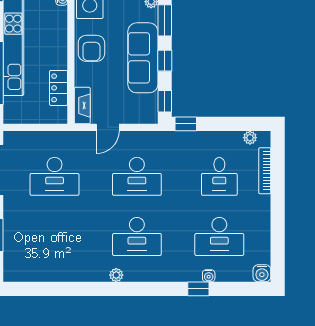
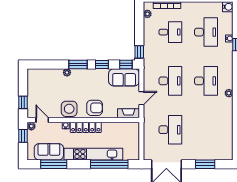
sofa: (143, 58) -> (124, 77), moved, width x0.73
locker: (59, 88) -> (86, 127), moved, width x1.53
door: (108, 127) -> (141, 98), hinge flipped

